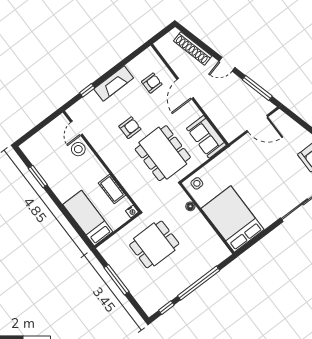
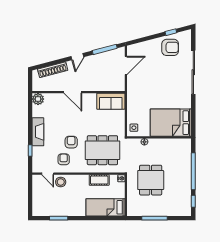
plant: (149, 57) -> (38, 99), added
armchair: (152, 83) -> (64, 159), moved
dining table: (163, 153) -> (102, 150), moved

